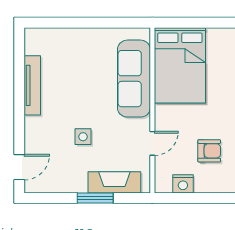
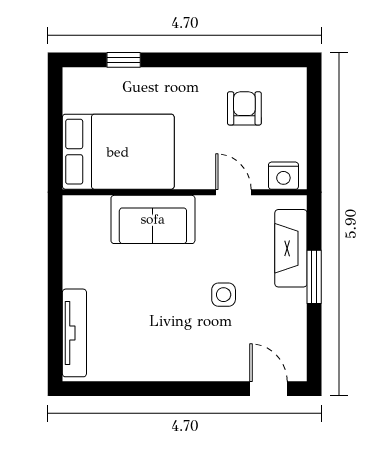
sofa: (134, 79) -> (153, 219), width x0.73
tv unit: (32, 85) -> (74, 333), moved, turned 90
nightstand: (183, 184) -> (283, 176), moved, turned 90

